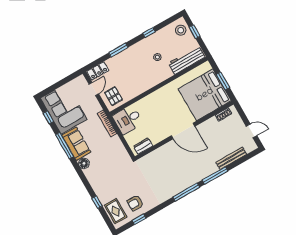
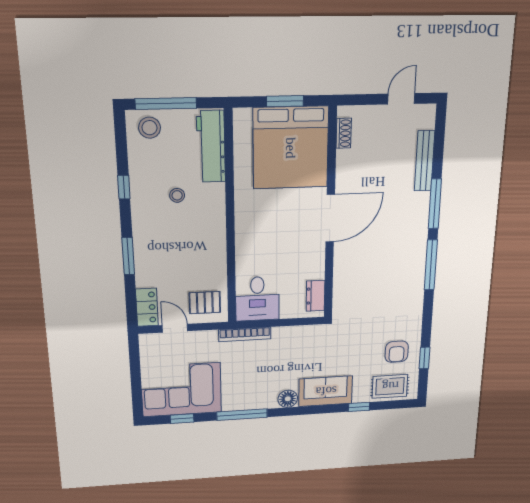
window: (195, 32) -> (166, 104), width x2.17
sofa: (76, 144) -> (326, 391), moved

